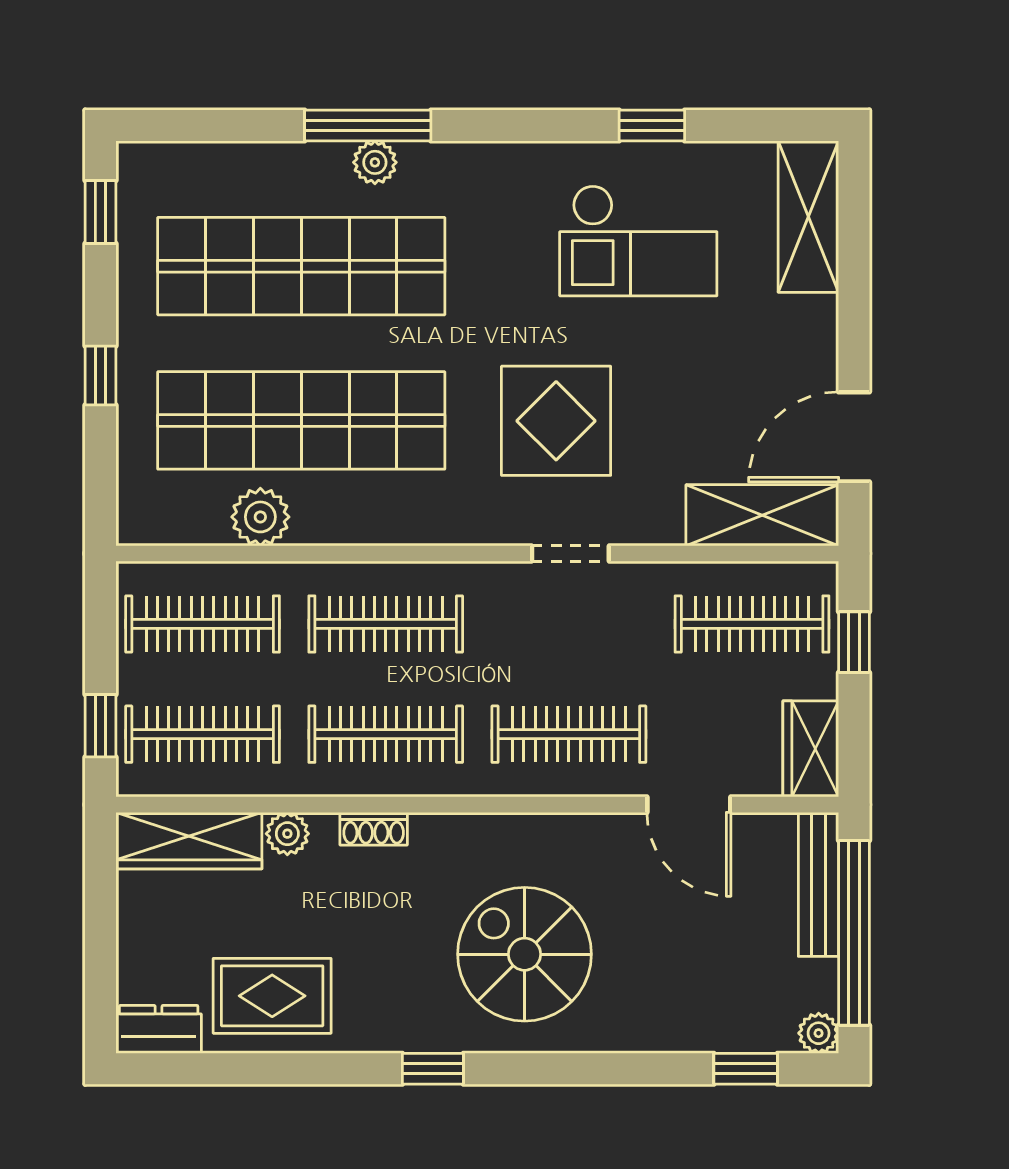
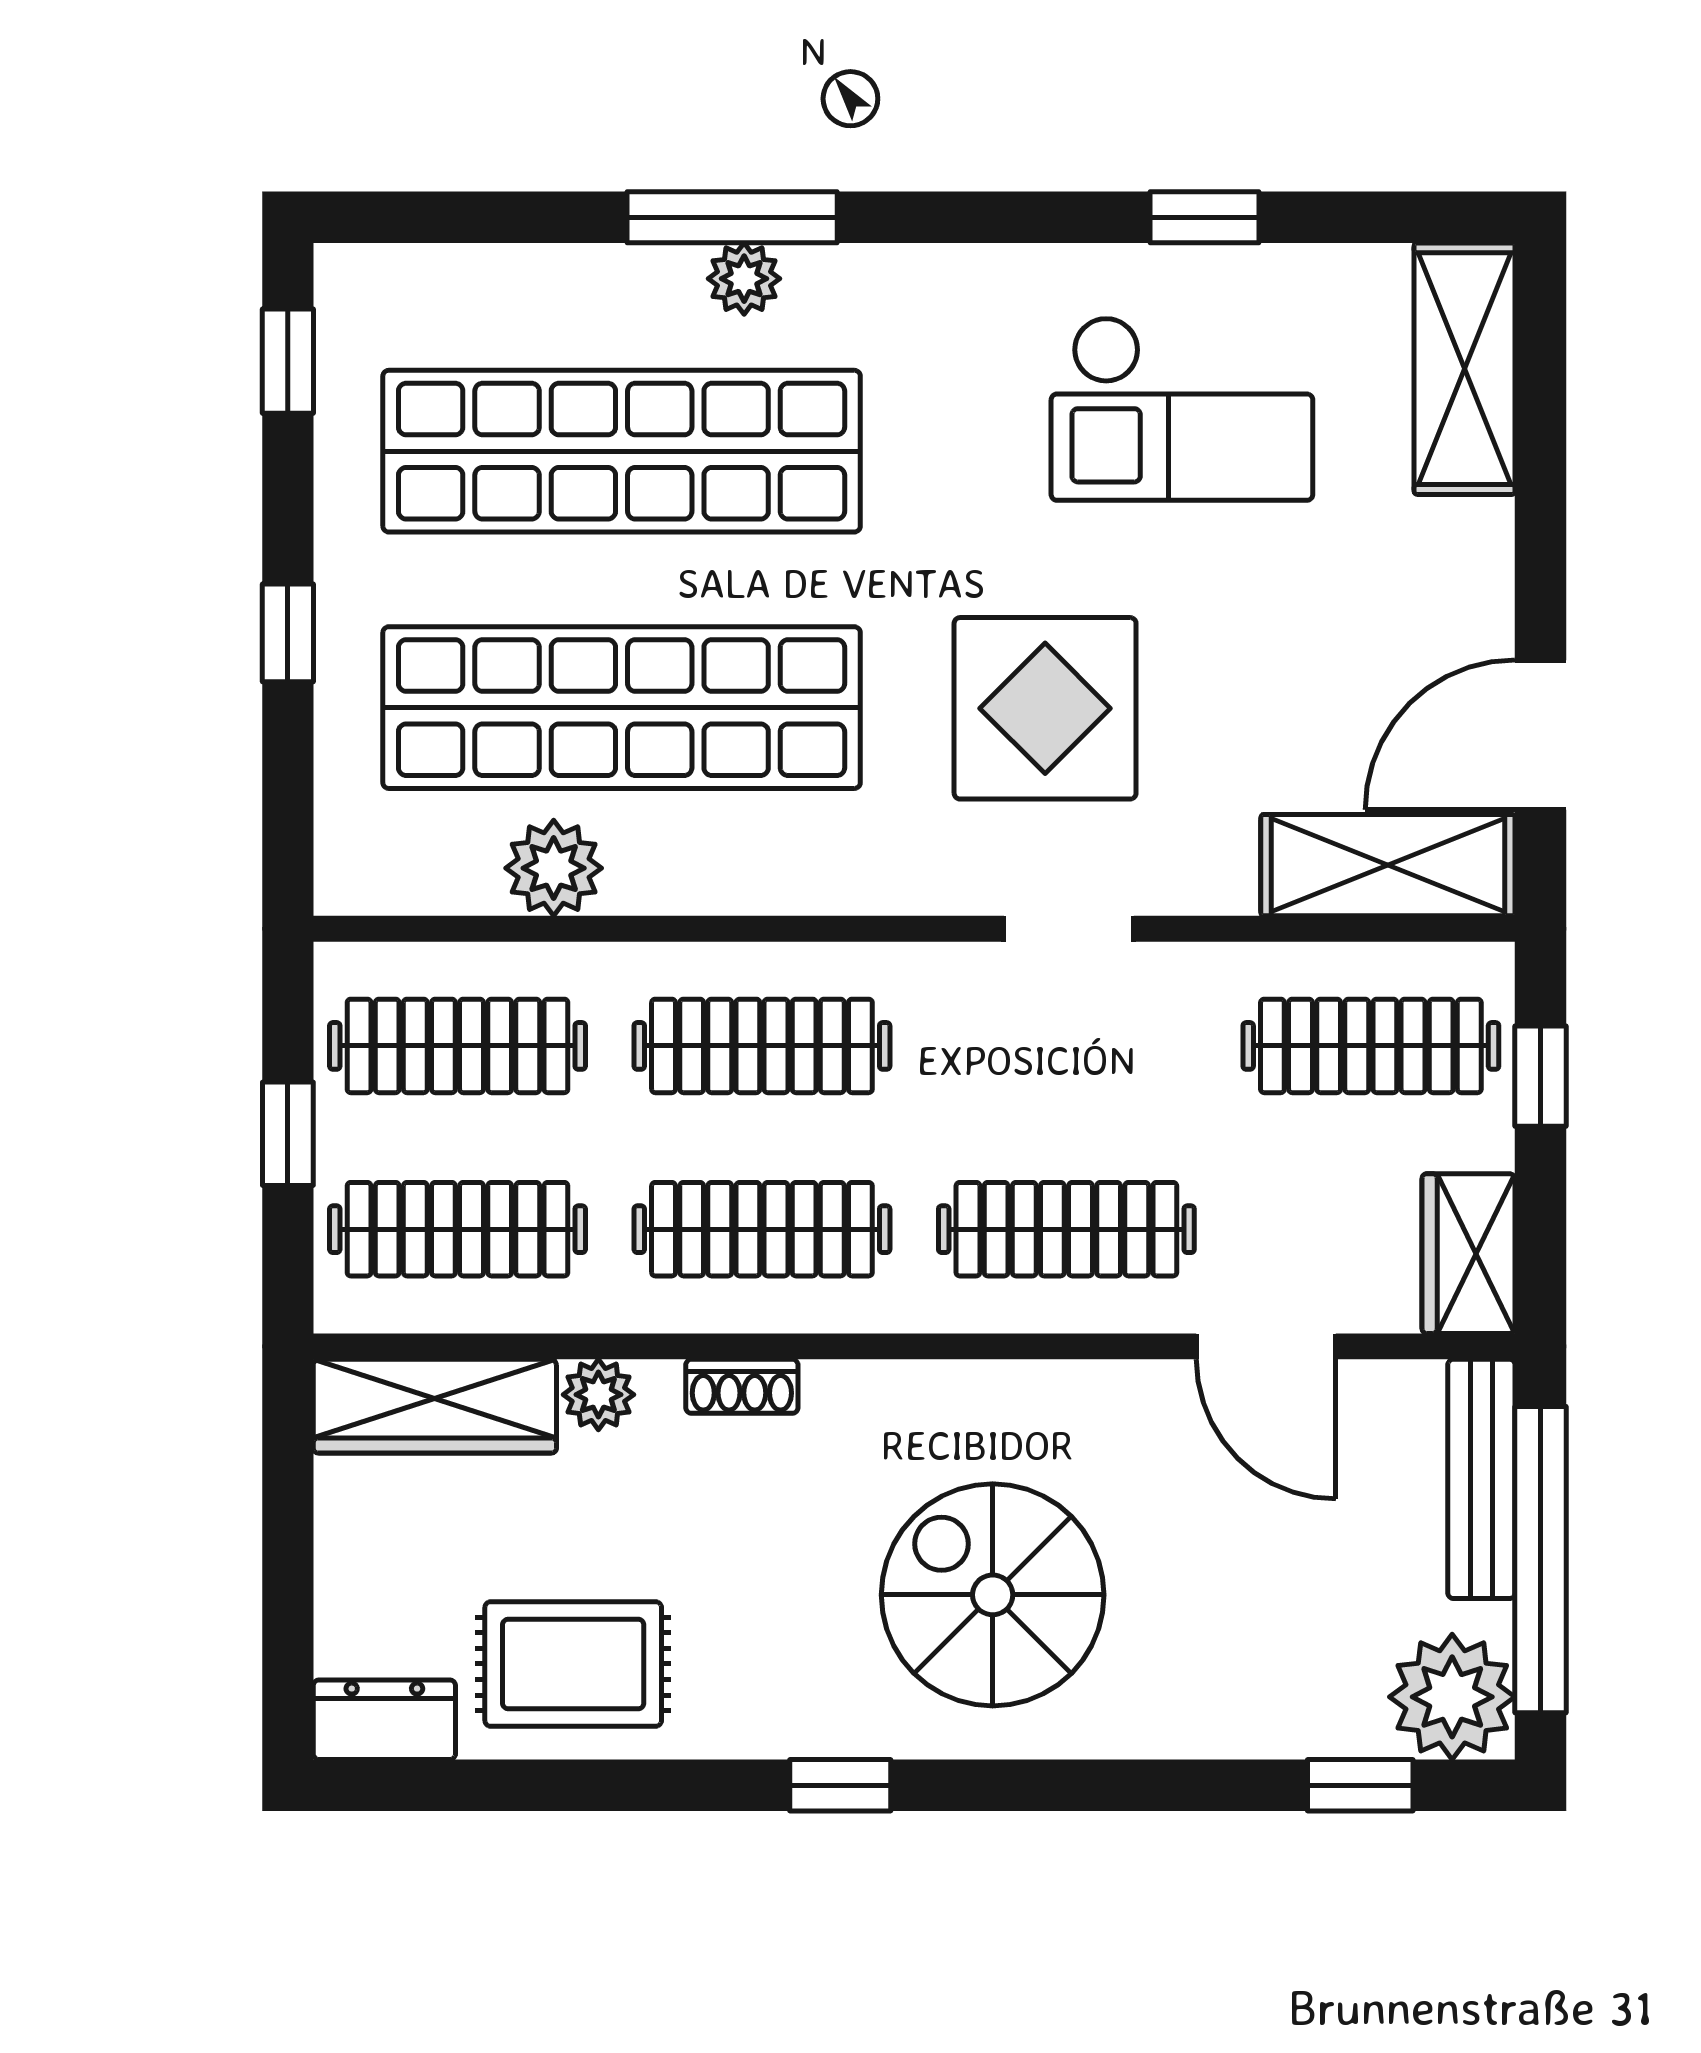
window: (100, 726) -> (288, 1134), moved
plant: (819, 1033) -> (1452, 1697), width x1.87, depth x1.87

